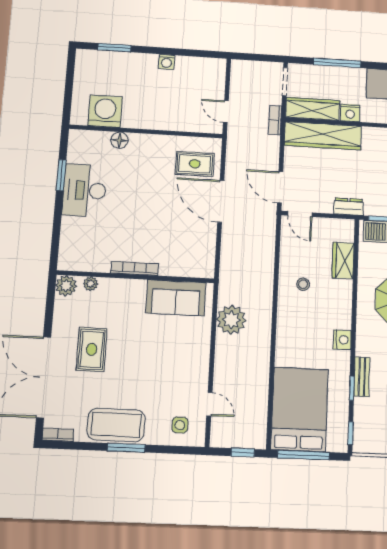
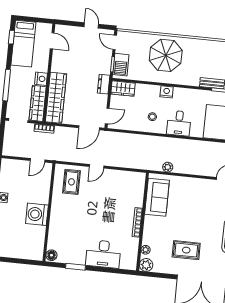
washing machine: (105, 111) -> (37, 214), moved
floor lamp: (119, 140) -> (51, 255), moved
desk: (85, 190) -> (103, 254), moved
door: (221, 201) -> (97, 166), width x0.53
wardrobe: (343, 260) -> (123, 89), moved
plant: (231, 320) -> (168, 167), width x0.53, depth x0.53
desk: (295, 327) -> (179, 123), added
nightstand: (342, 340) -> (167, 92), moved

